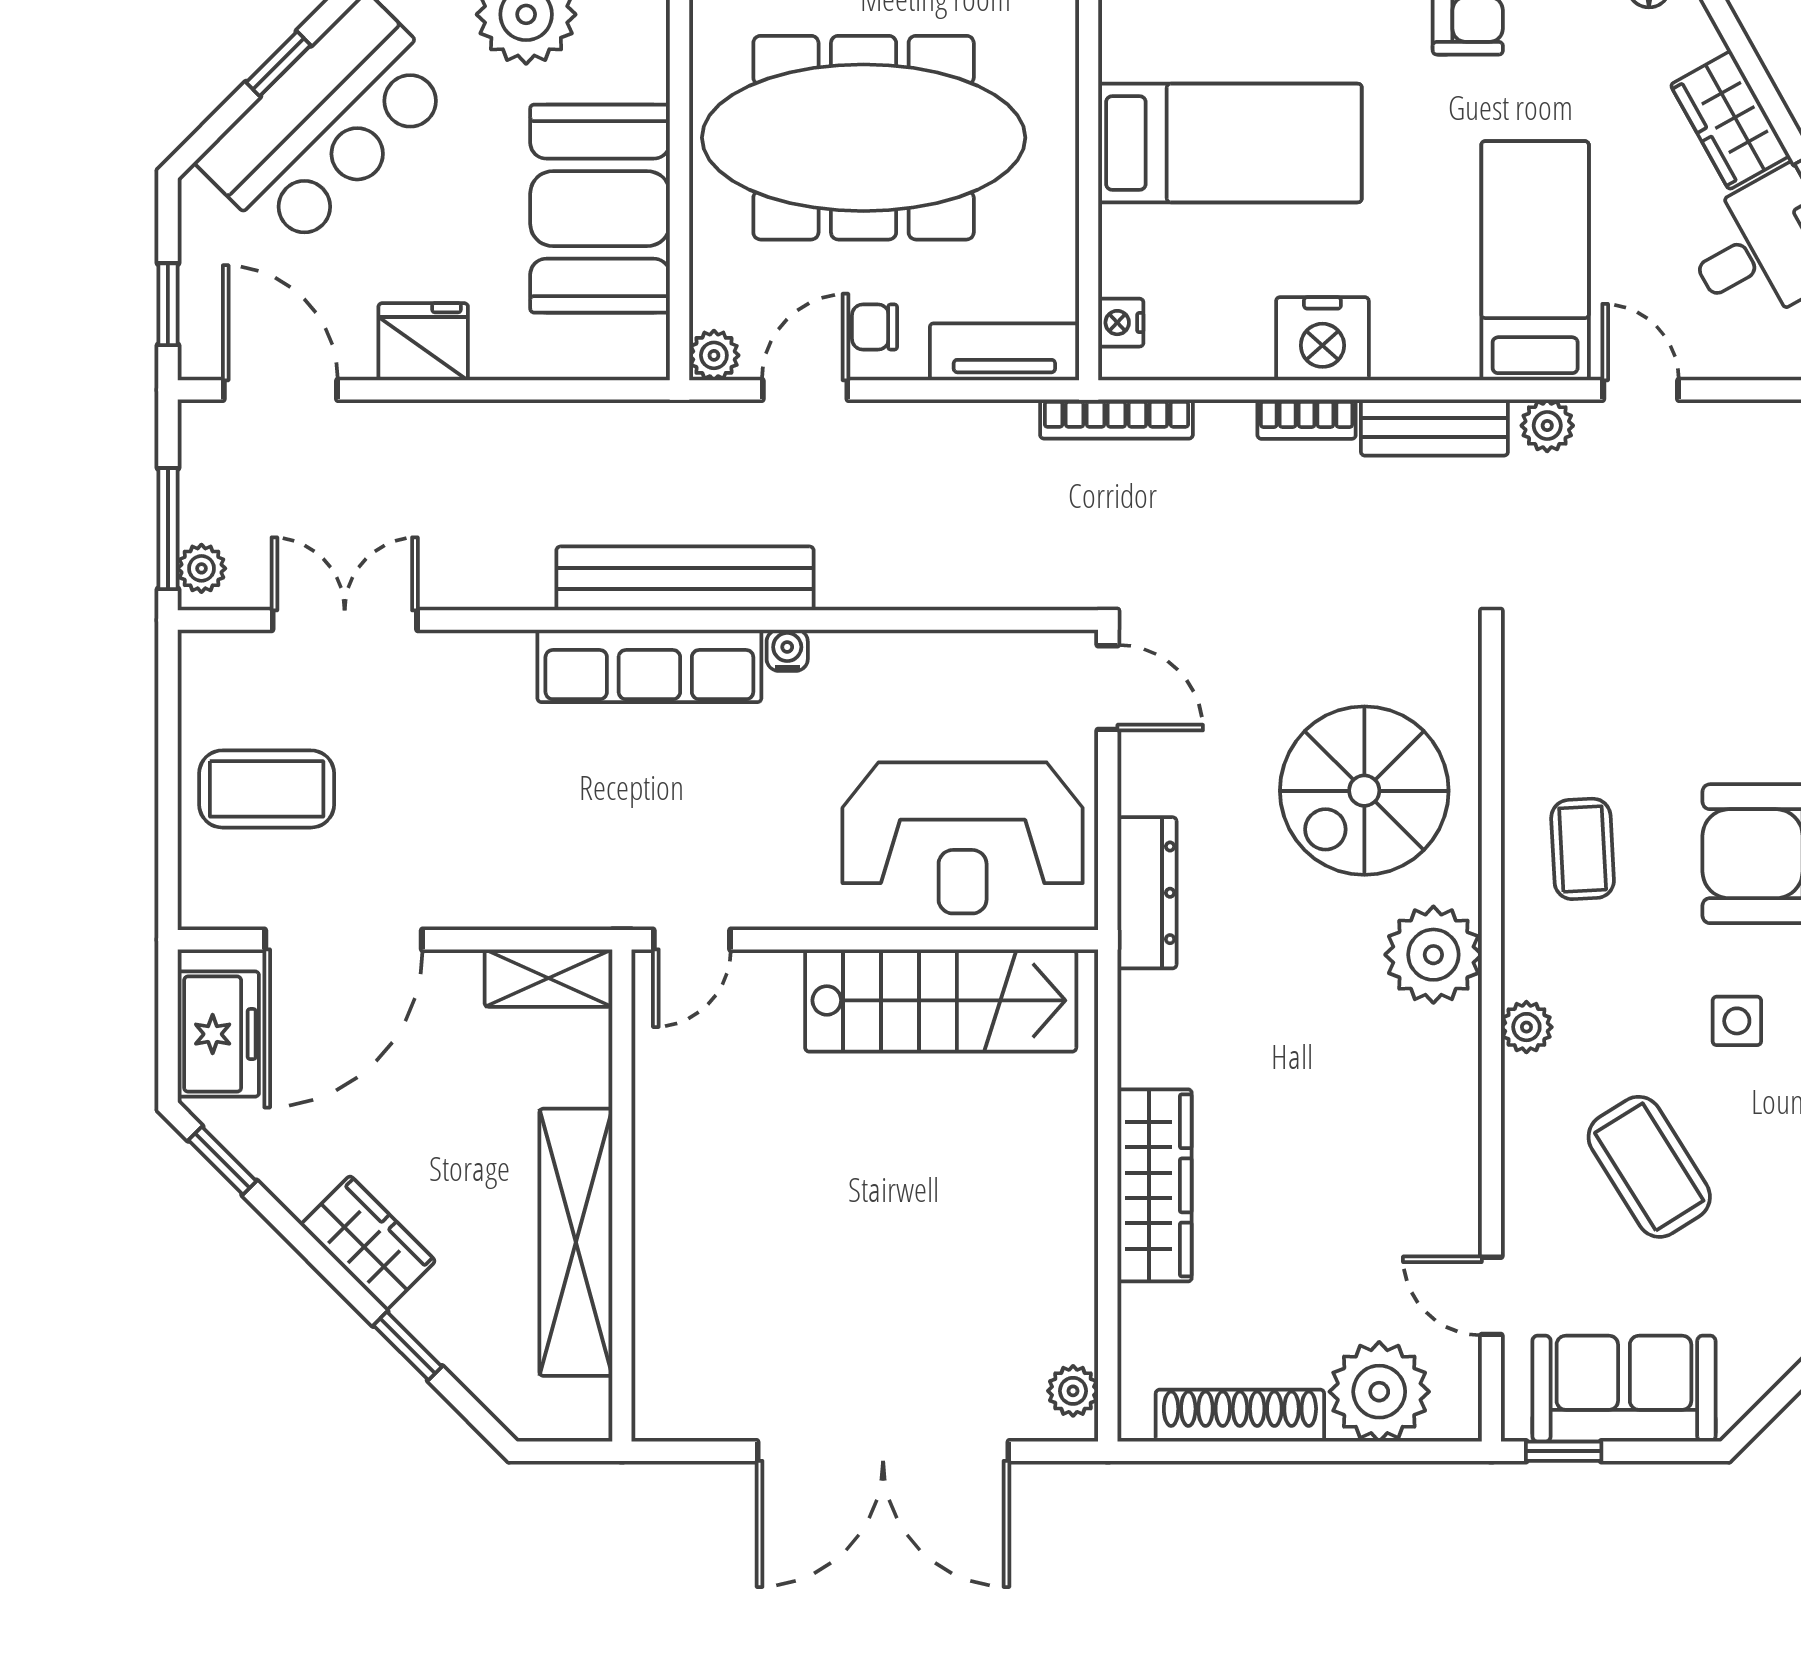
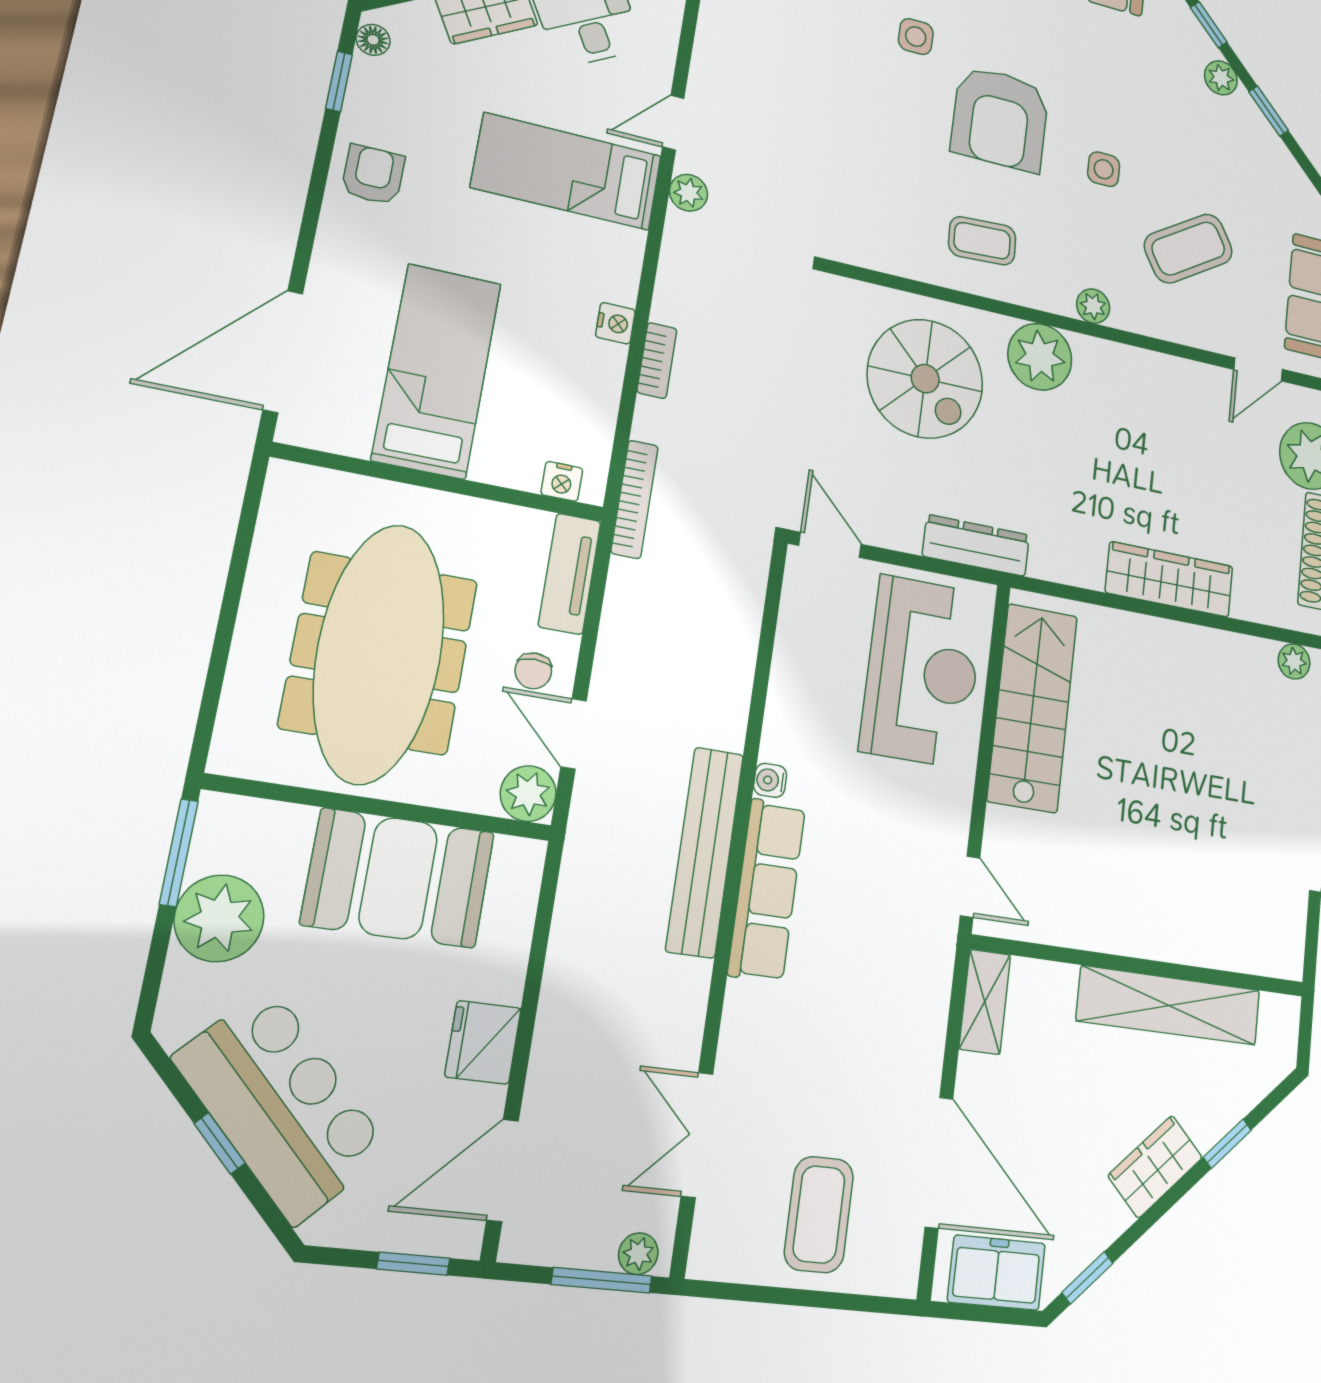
nightstand: (1322, 339) -> (615, 323), width x0.53, depth x0.56
plant: (714, 355) -> (528, 794), width x1.38, depth x1.38
bench: (1434, 428) -> (677, 271), removed
door: (1108, 688) -> (830, 545), hinge flipped

